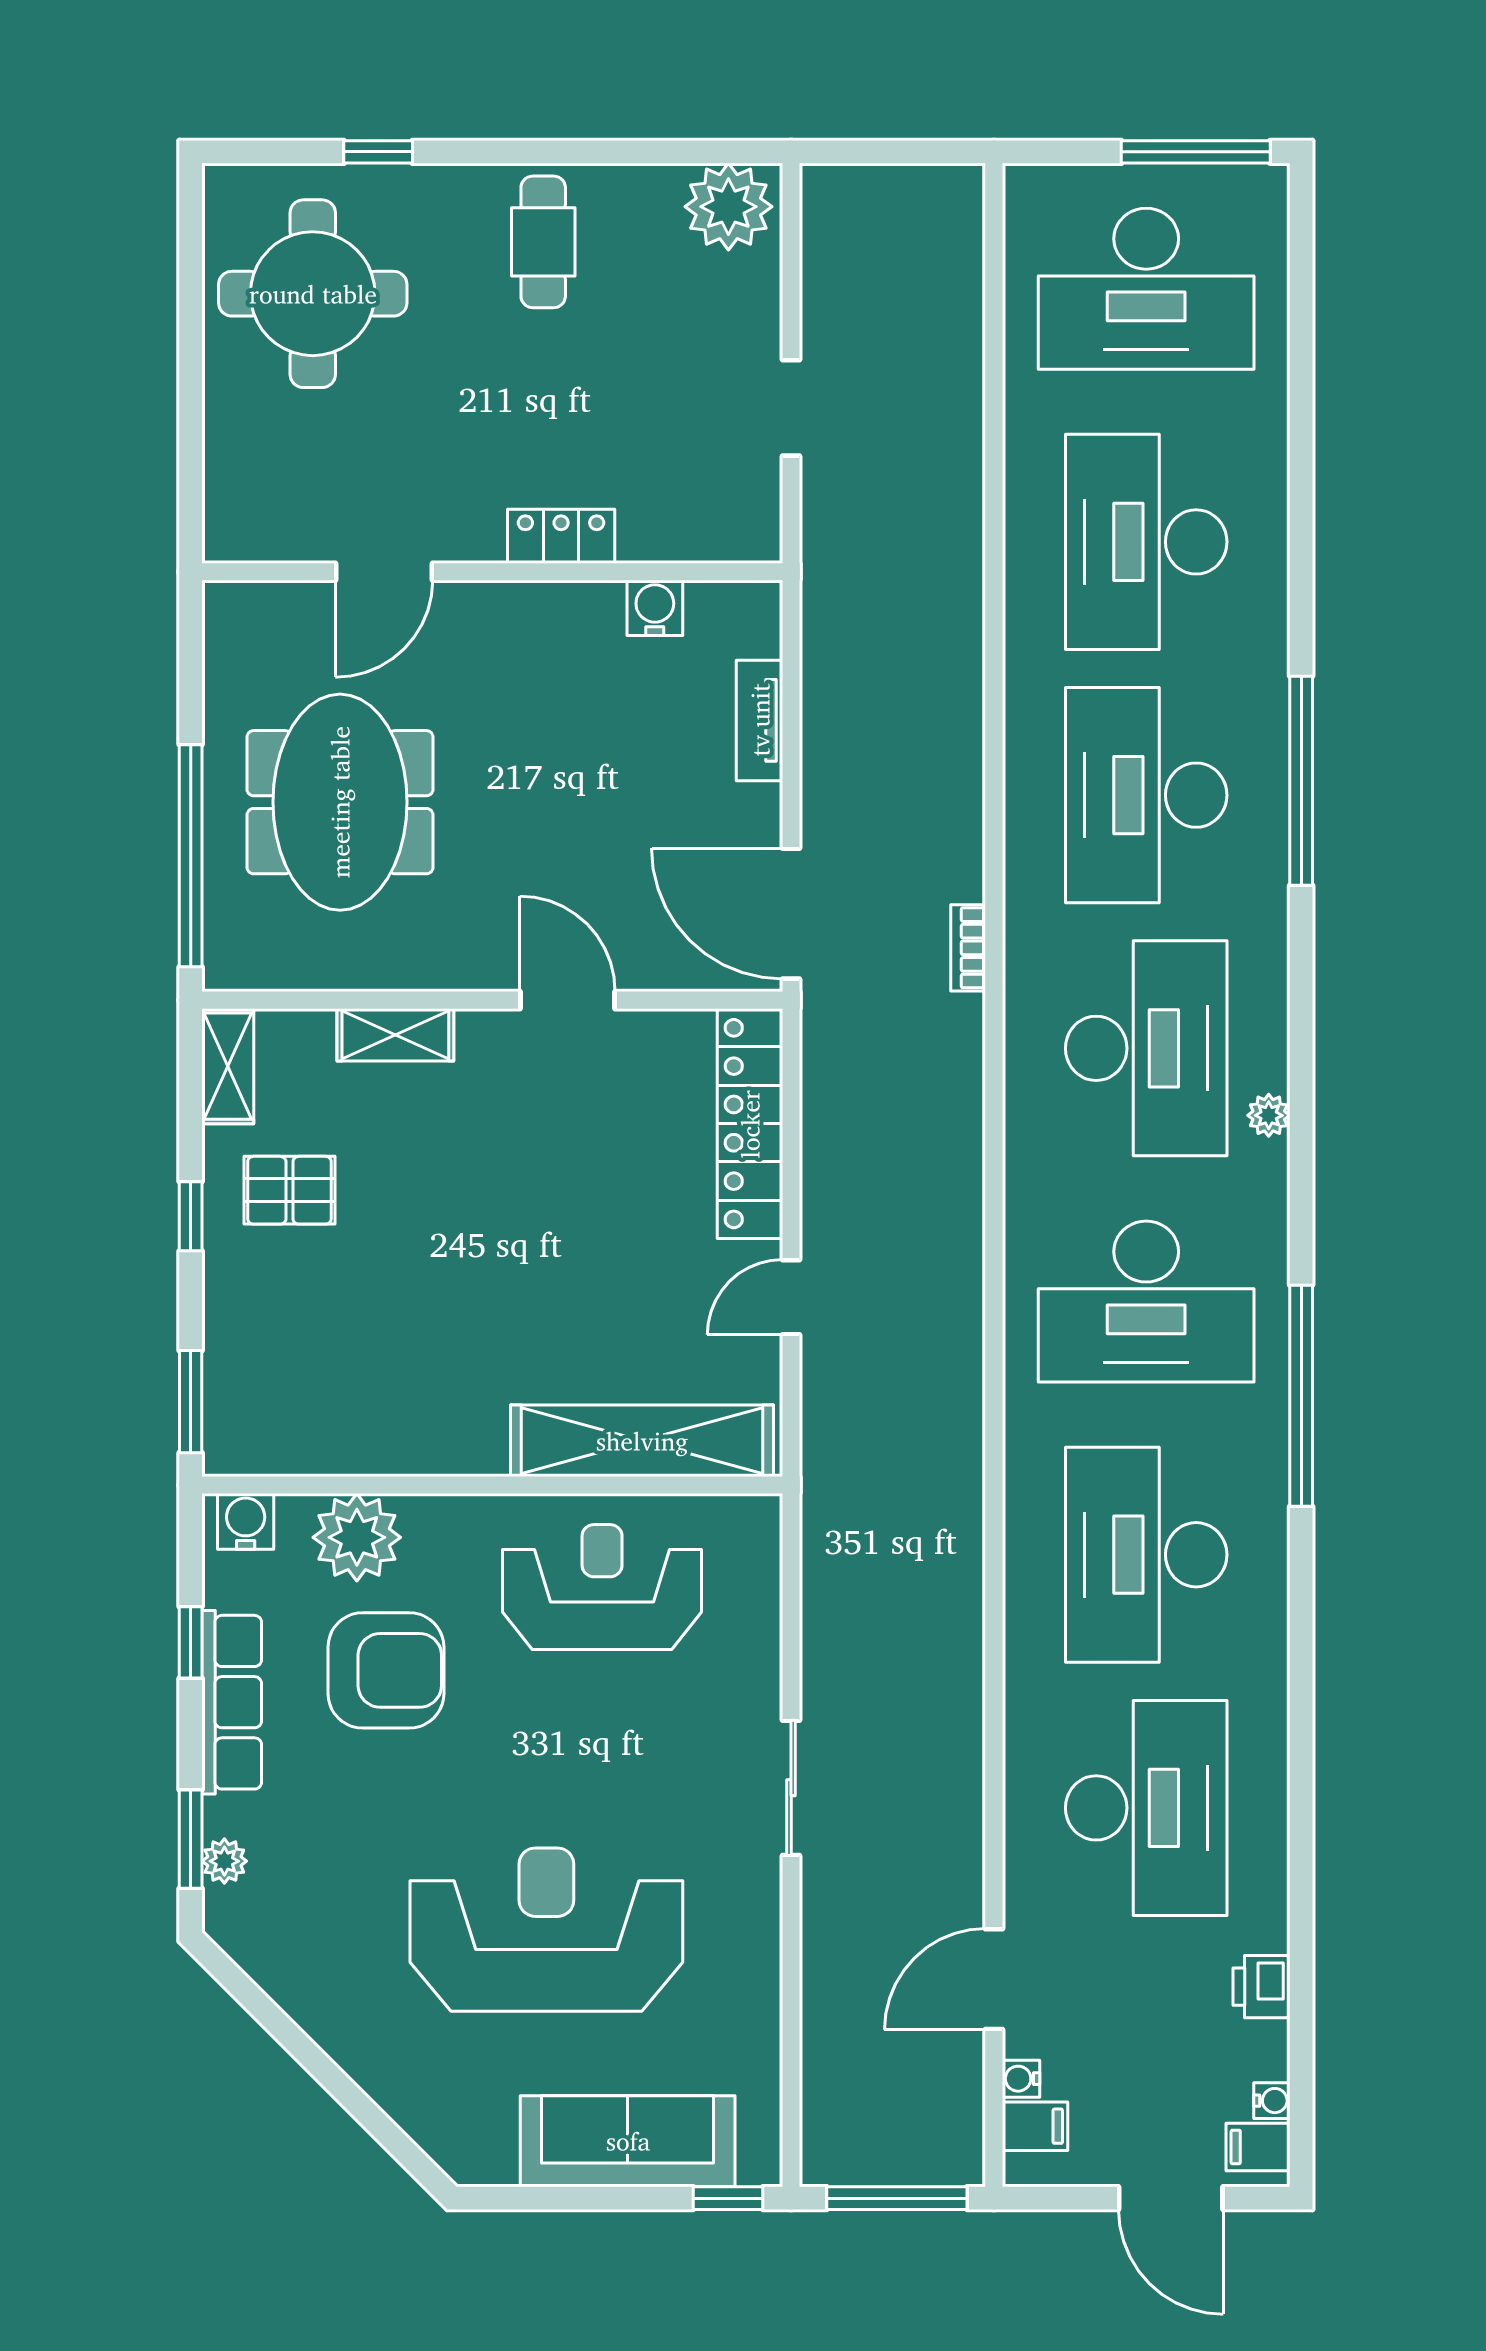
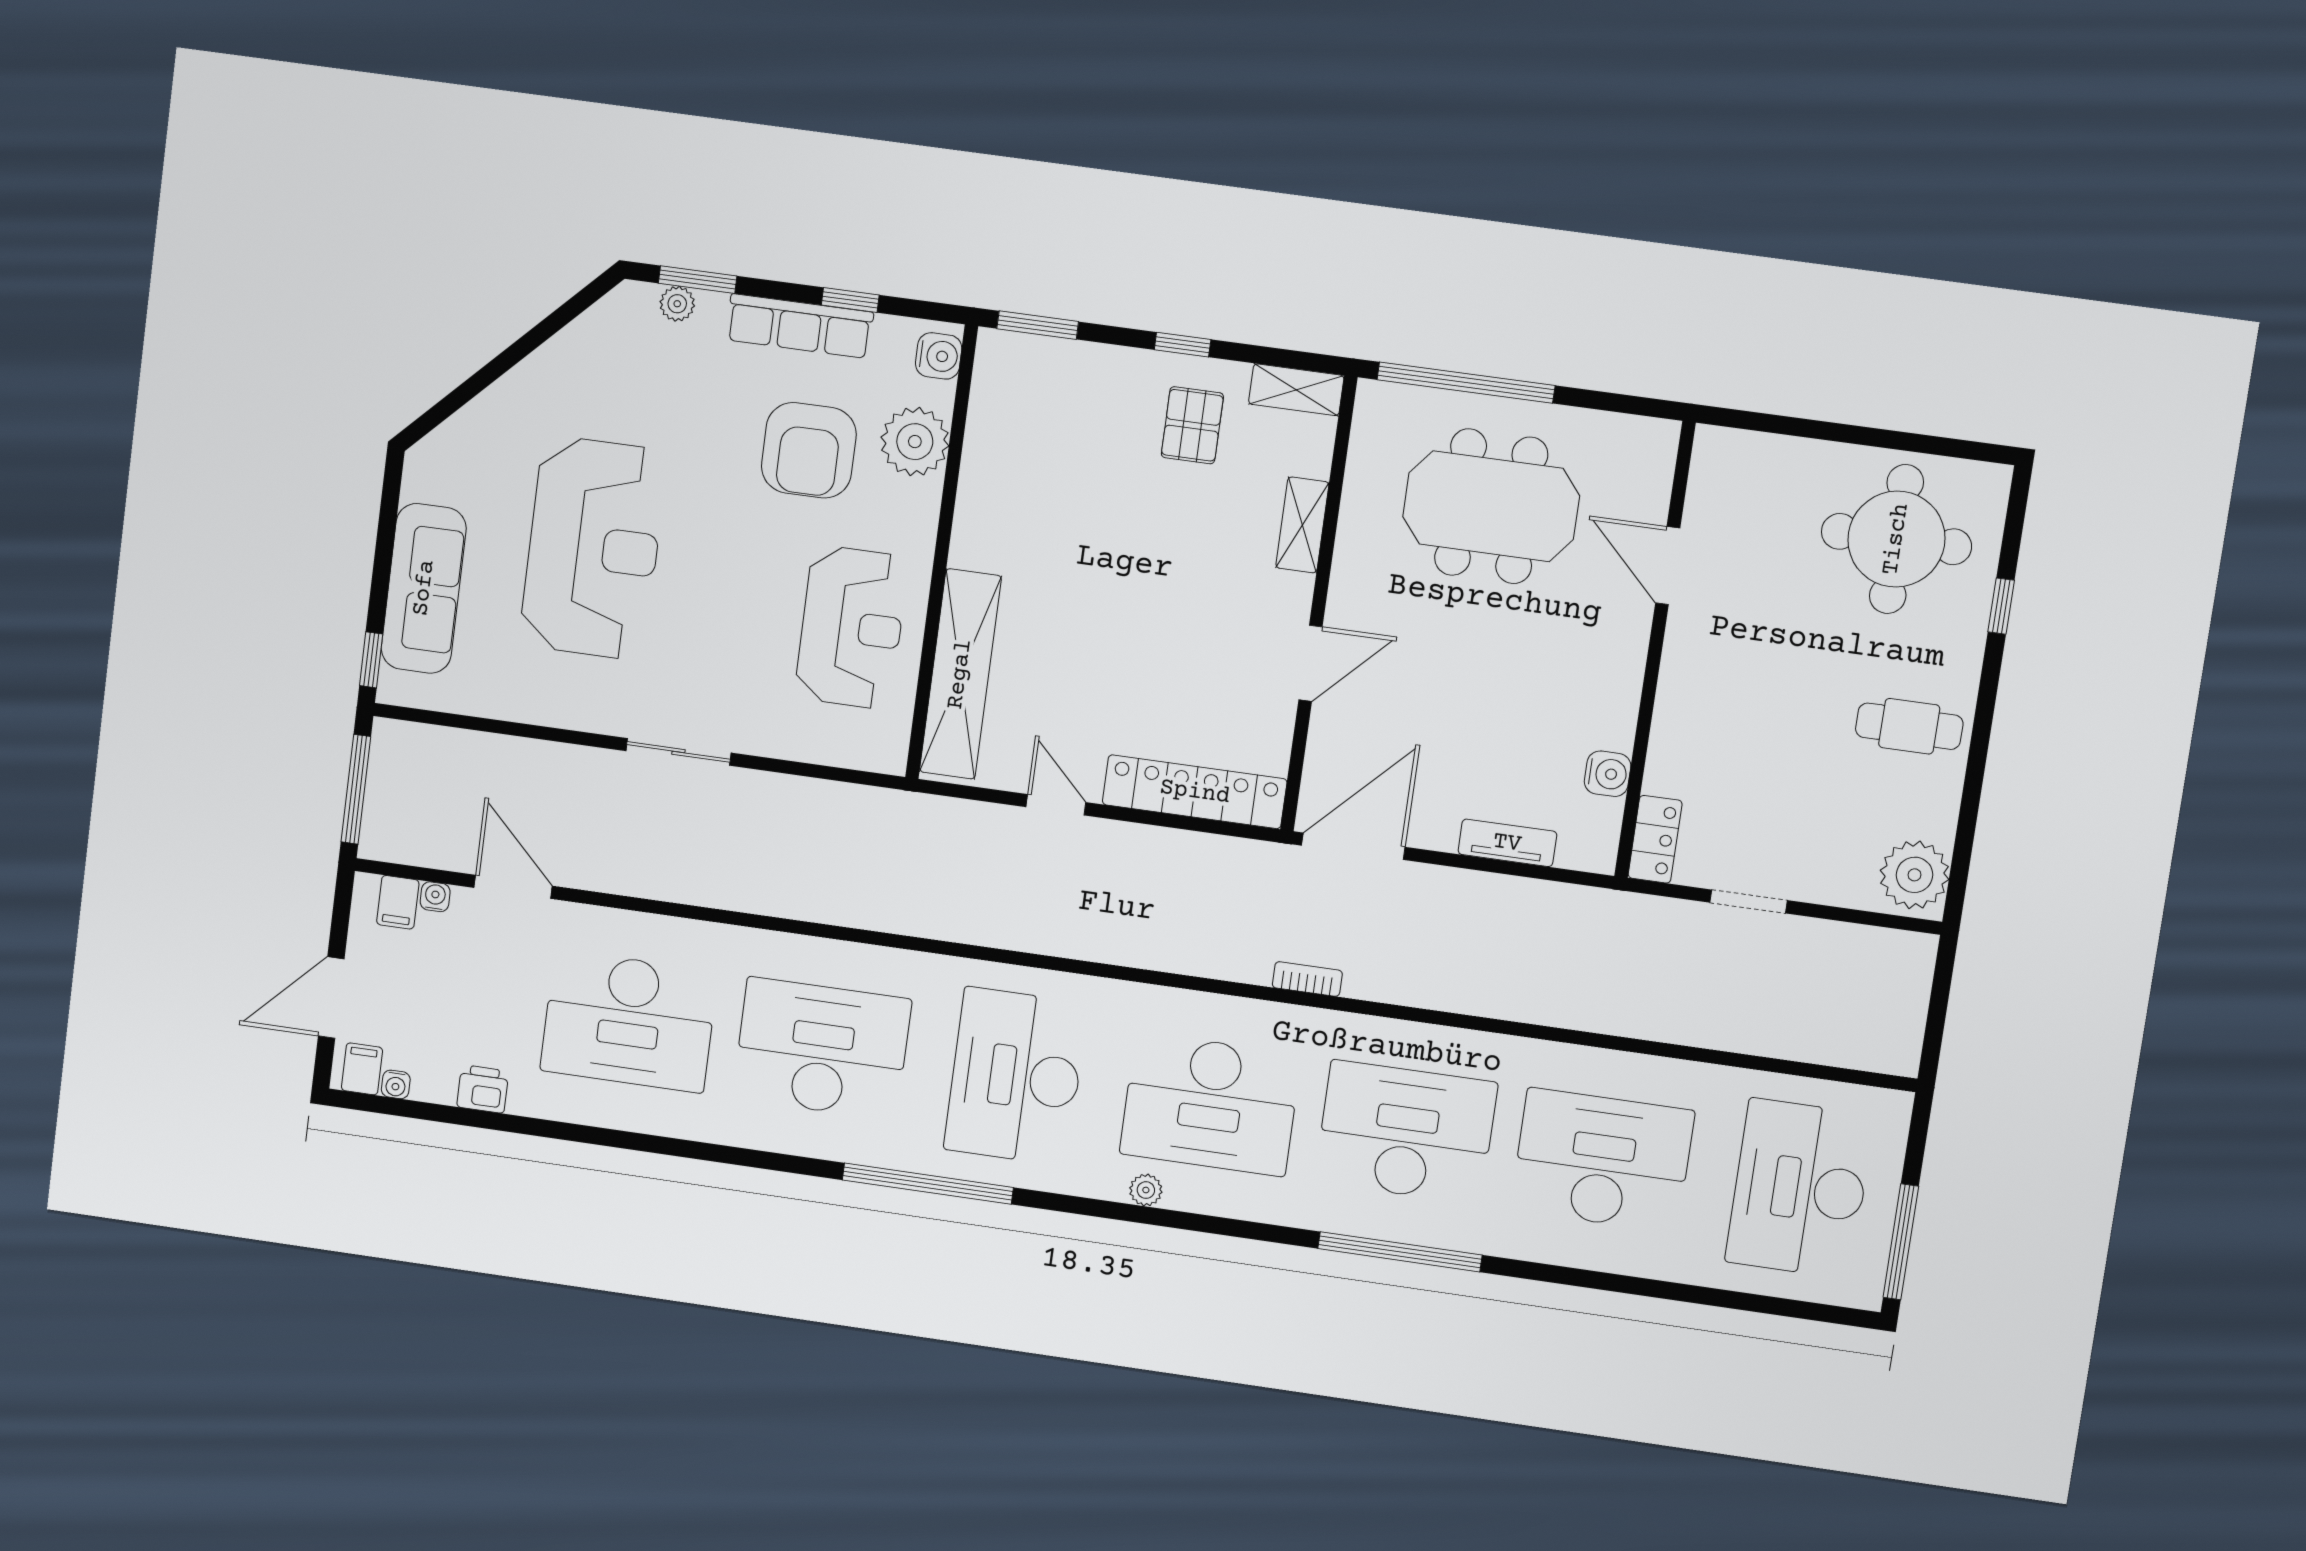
locker: (561, 536) -> (1655, 839), moved

